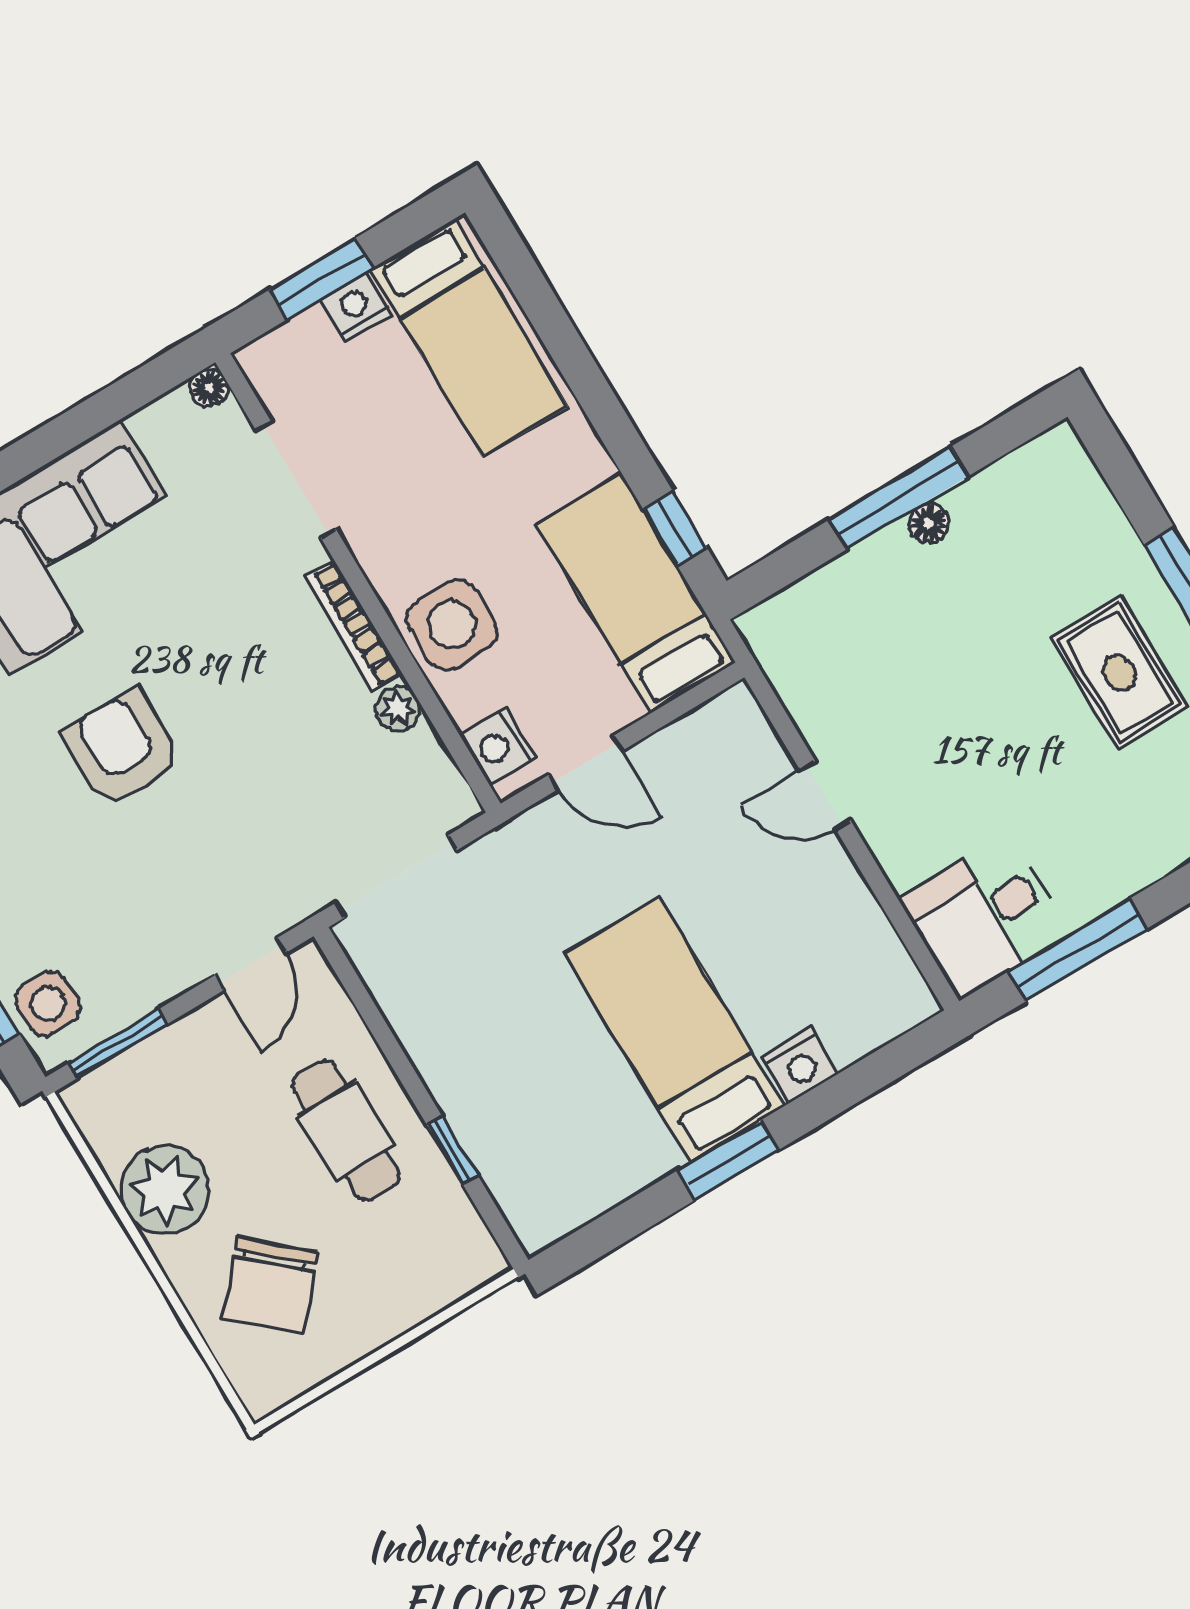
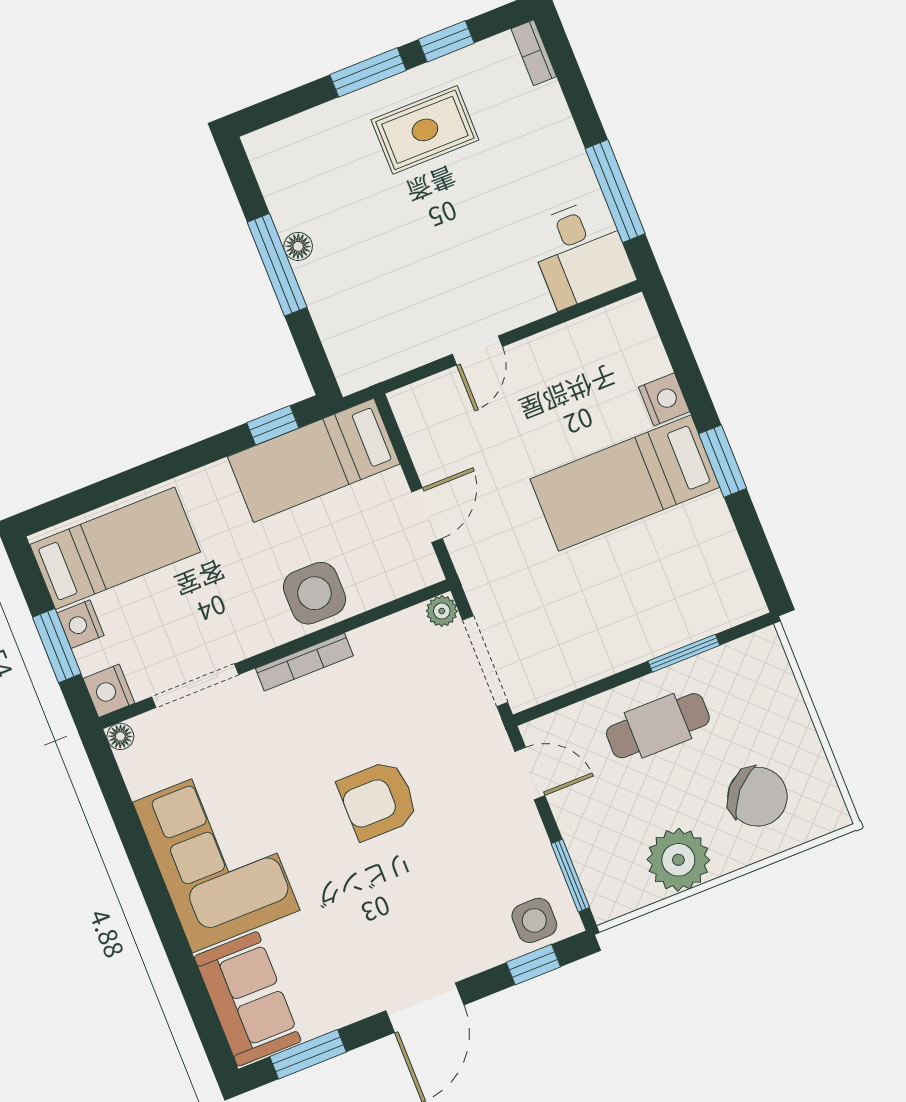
plant: (398, 709) -> (442, 611), moved
nightstand: (498, 746) -> (109, 691), moved, turned 90
armchair: (122, 749) -> (378, 800), moved
window: (452, 1150) -> (684, 653), width x1.50

